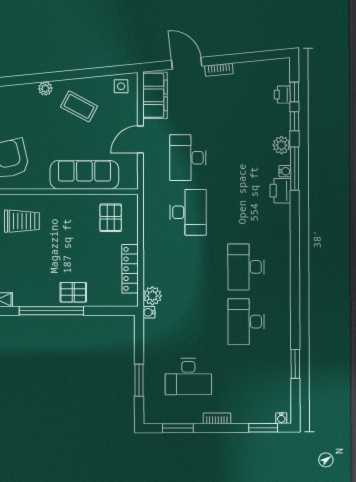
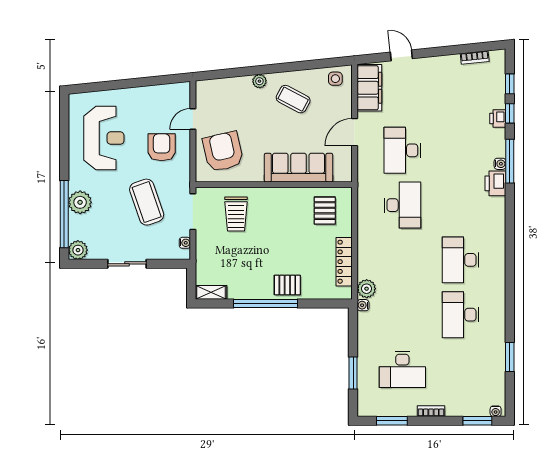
door: (187, 63) -> (401, 55), width x0.73
bookcase: (219, 70) -> (475, 57), moved
printer: (282, 95) -> (498, 118), moved
plant: (281, 145) -> (497, 138), removed
trolley: (22, 221) -> (236, 214), turned 90

